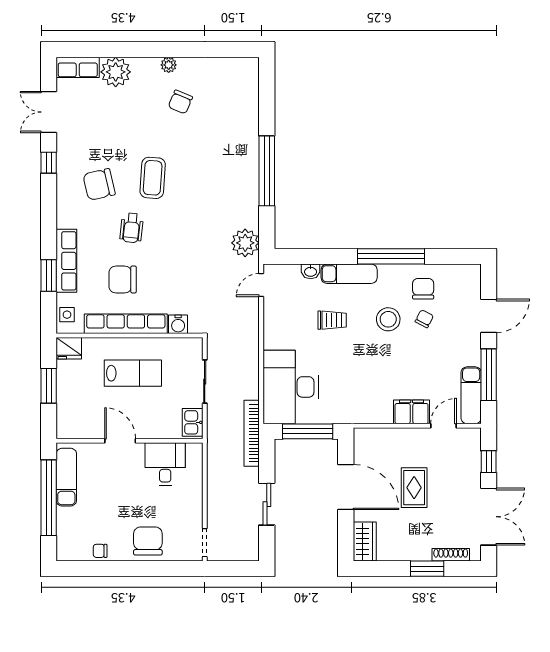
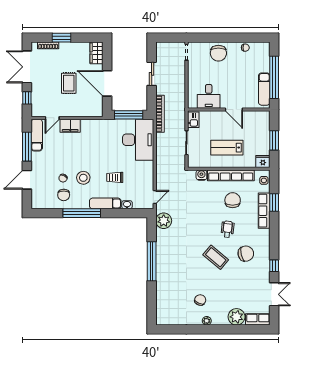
coffee table: (153, 178) -> (216, 257), turned -54
chair: (123, 279) -> (233, 200), turned -90

